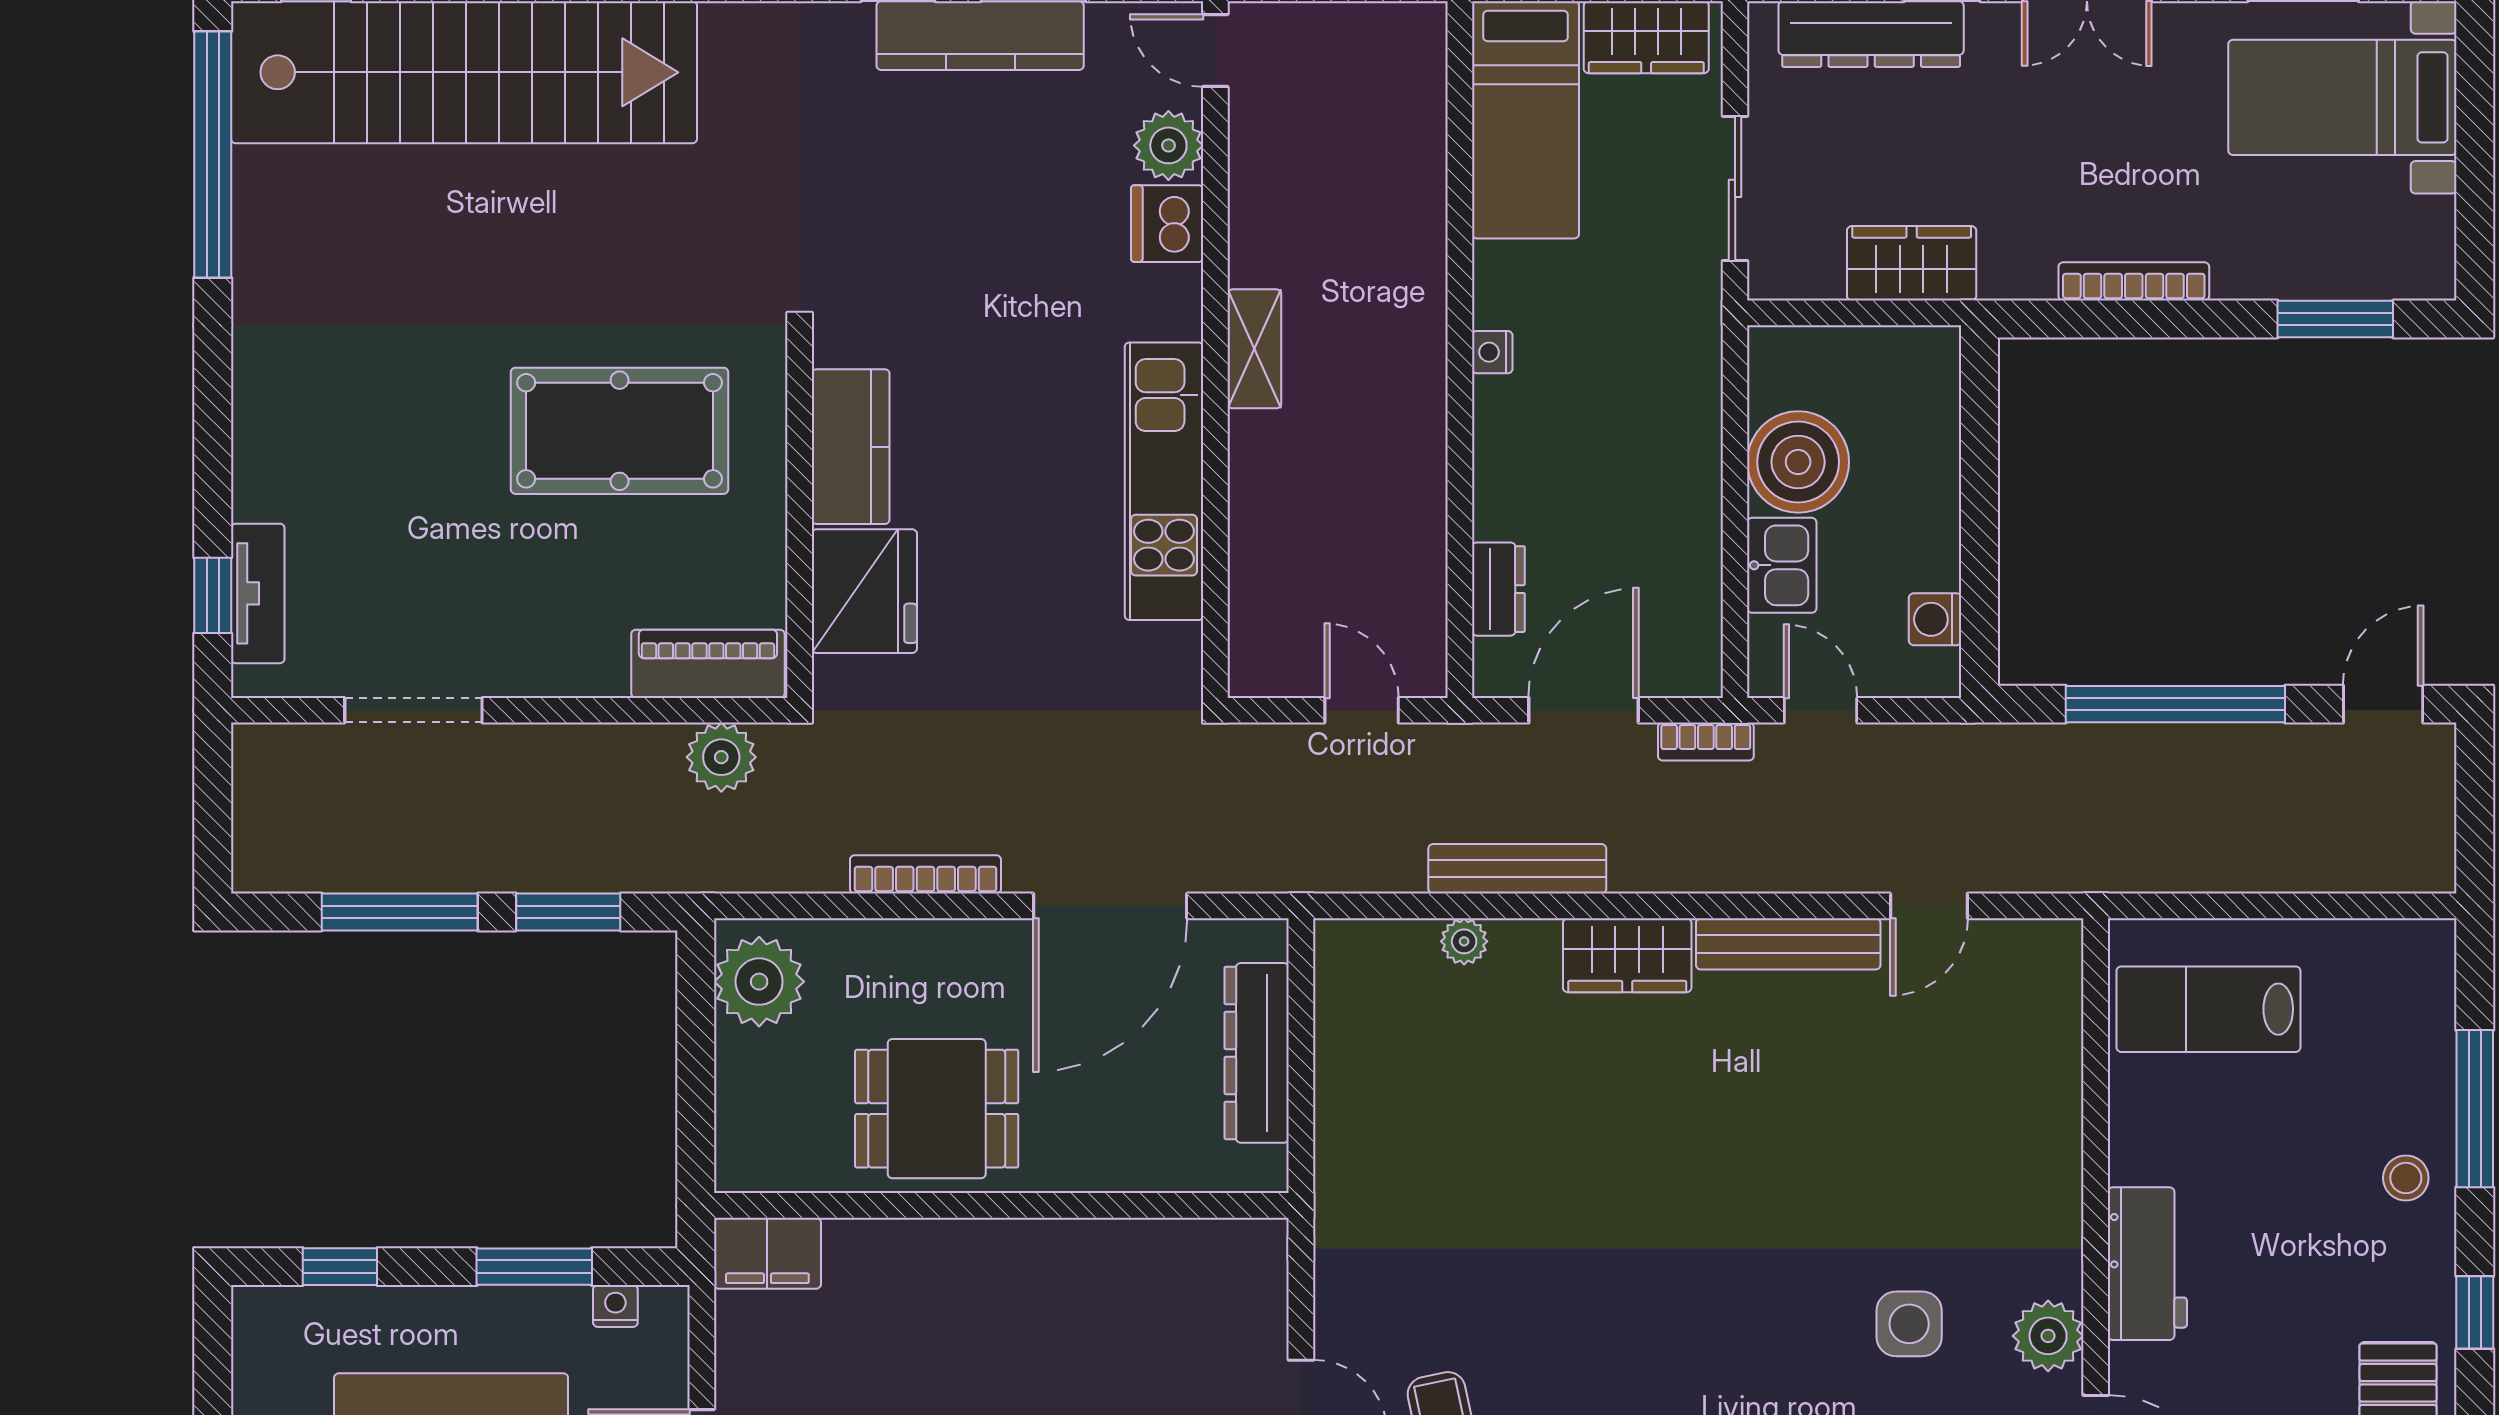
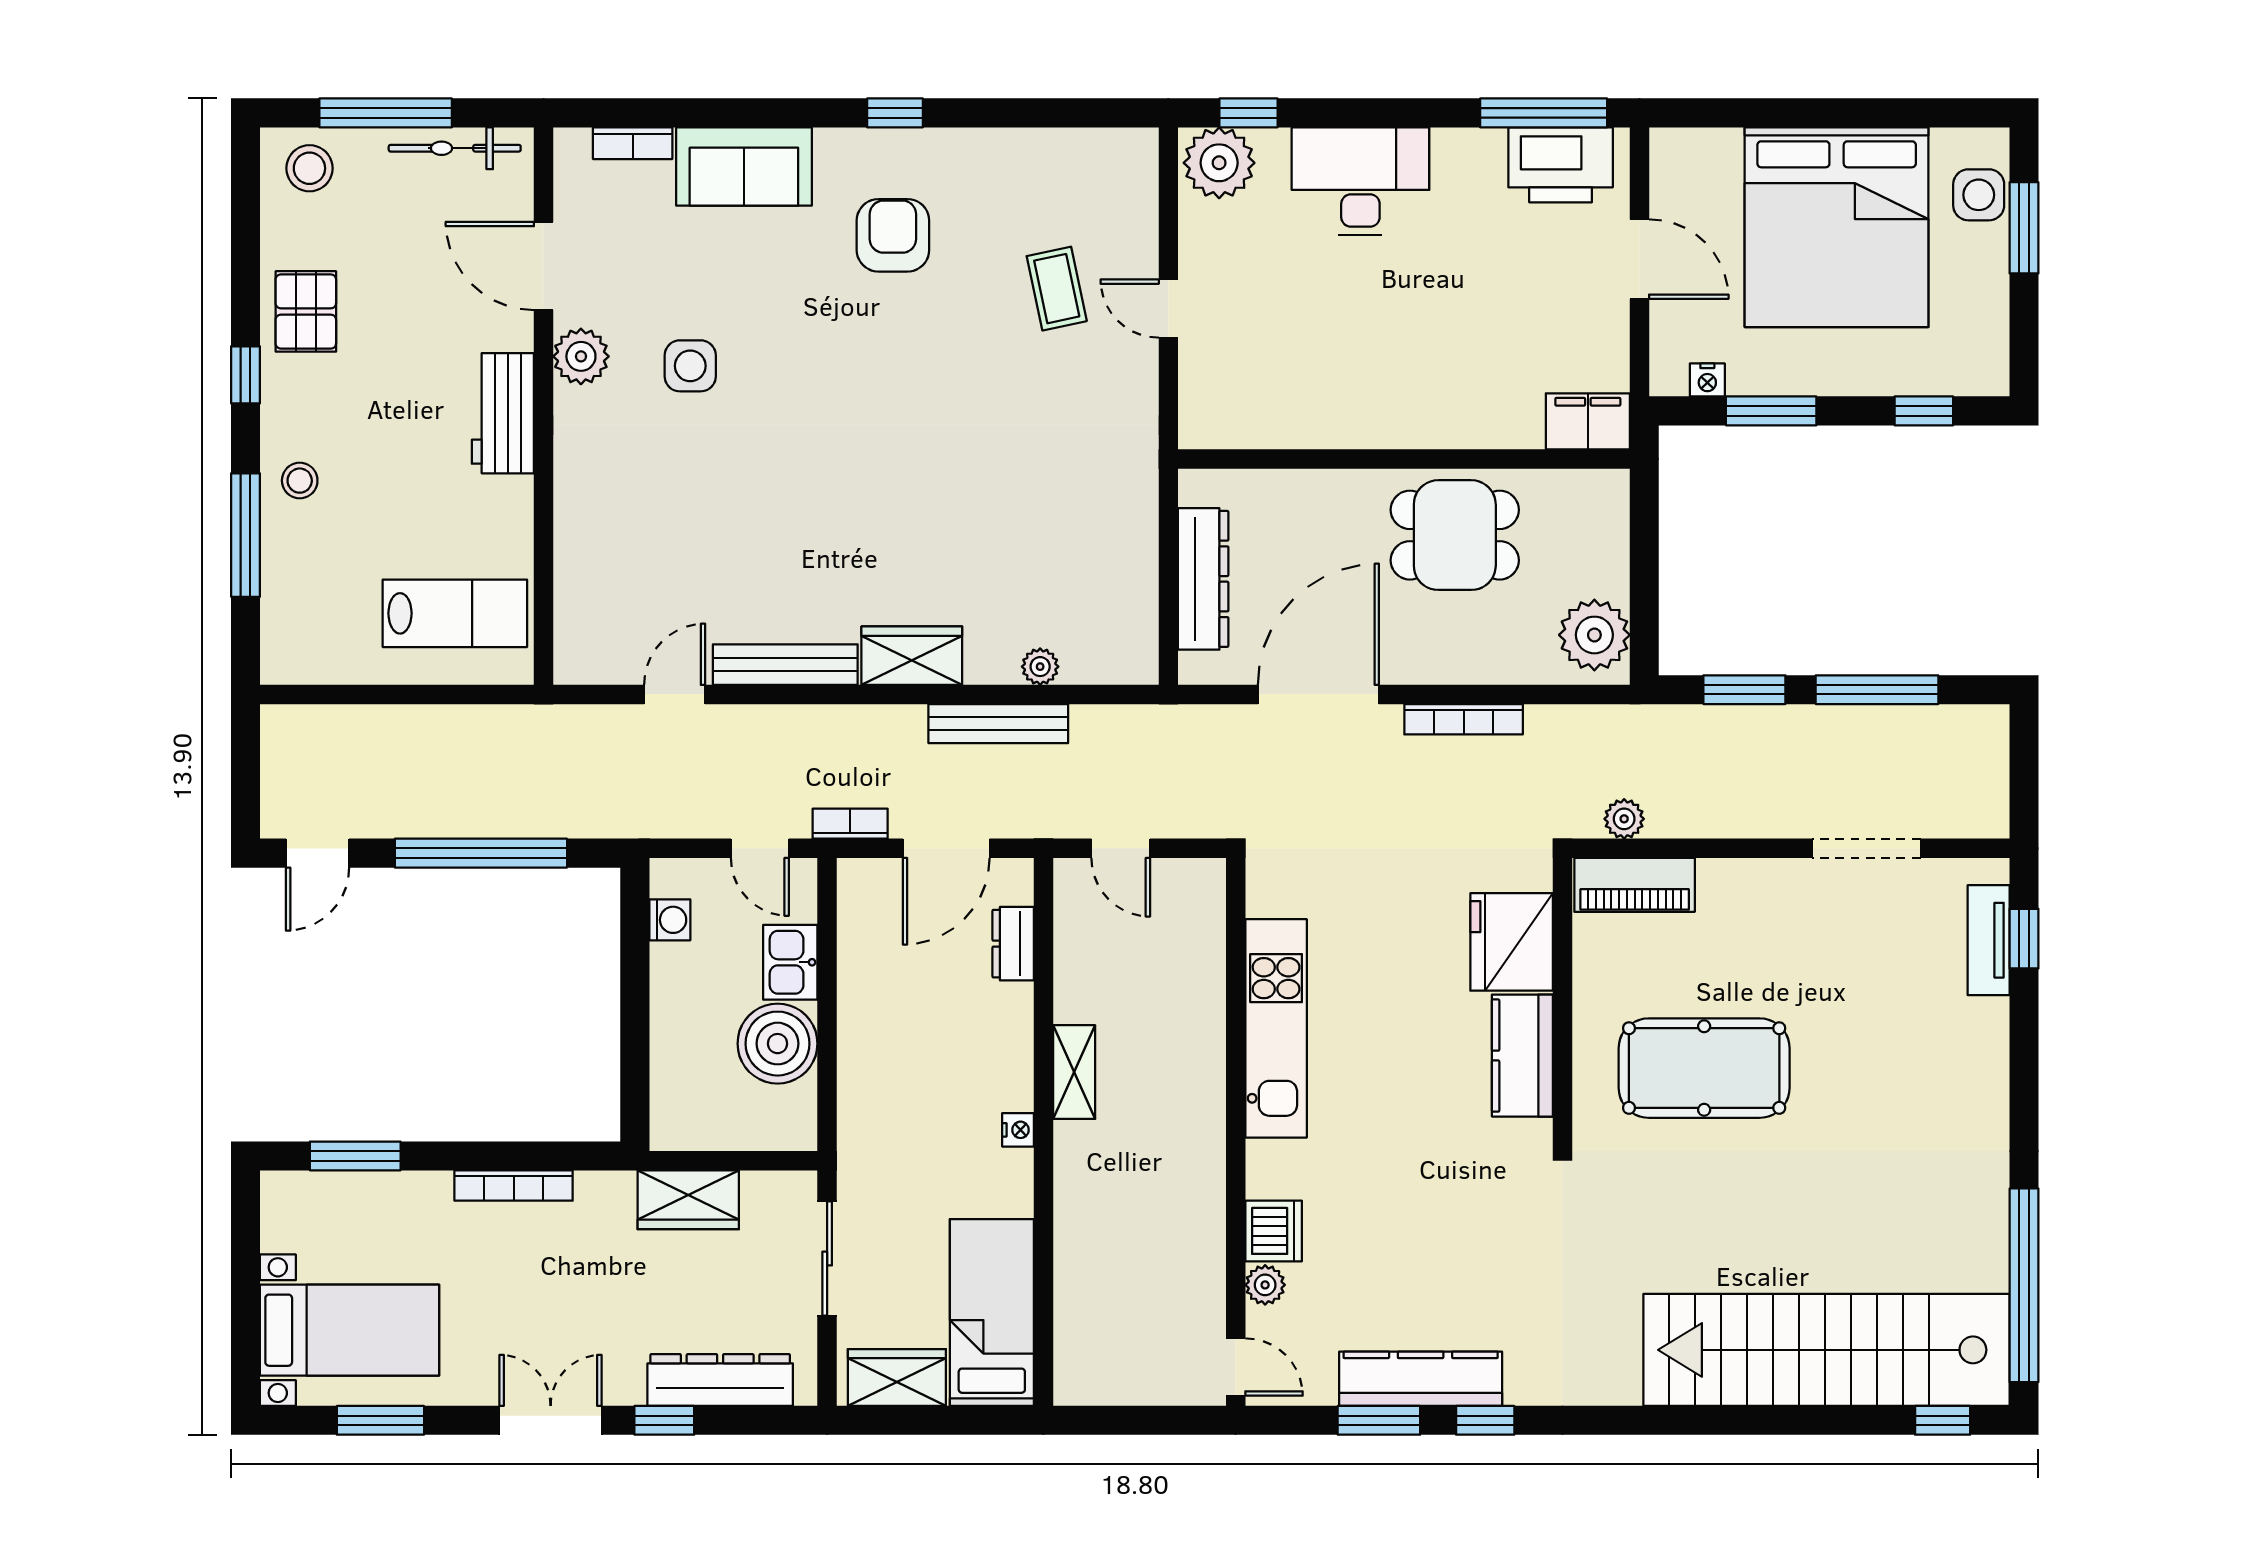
plant: (1168, 145) -> (1265, 1285), width x0.73, depth x0.73
shelving: (1254, 349) -> (1074, 1072), moved
plant: (721, 757) -> (1624, 819), width x0.73, depth x0.73

